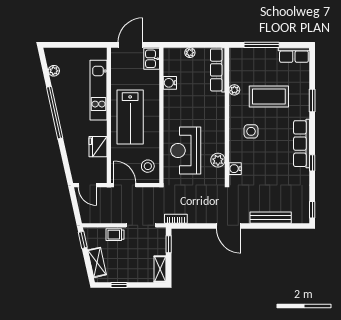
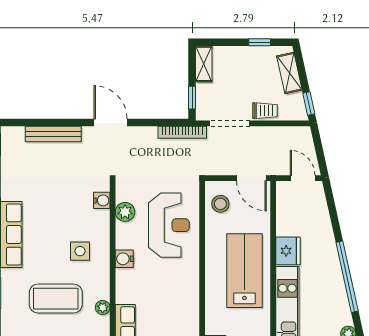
water cooler: (170, 83) -> (124, 259), moved, turned 180
fridge: (98, 147) -> (288, 251), moved
bookcase: (176, 219) -> (182, 132), width x1.56

